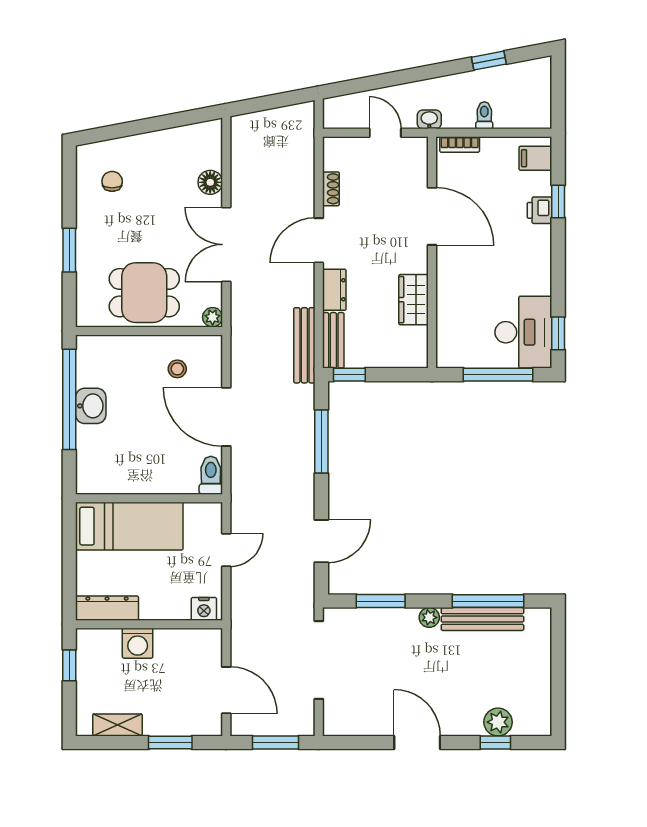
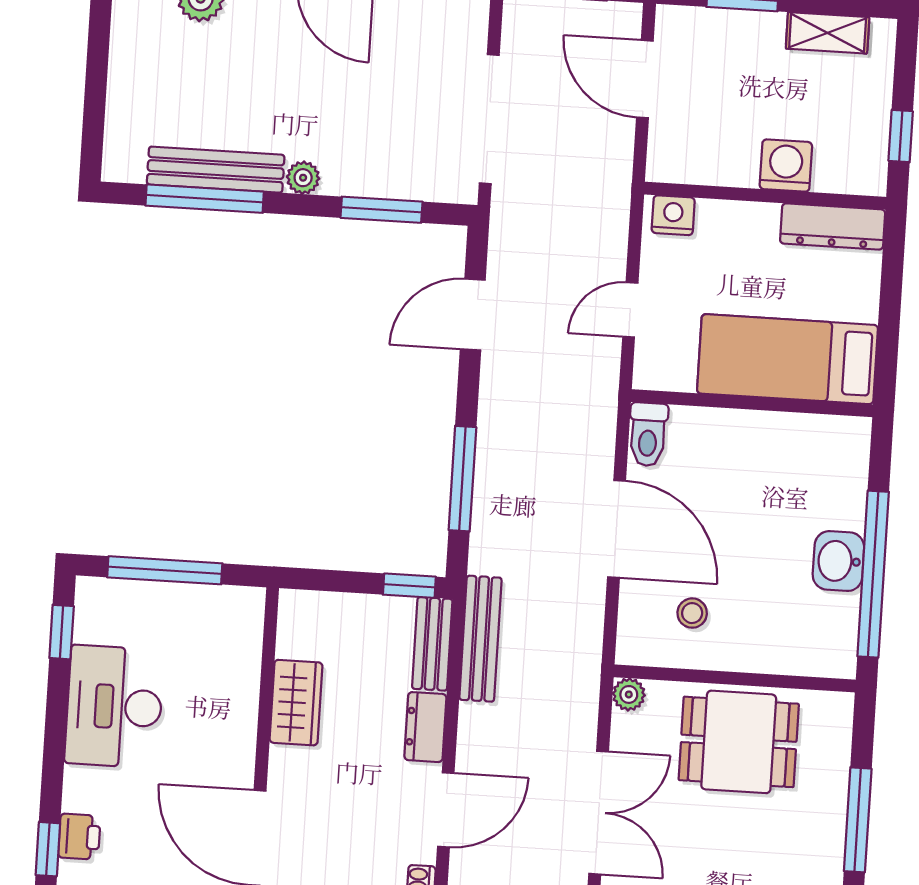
window: (69, 250) -> (858, 820), width x1.44
desk: (523, 332) -> (114, 707), moved

